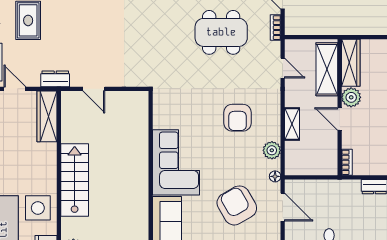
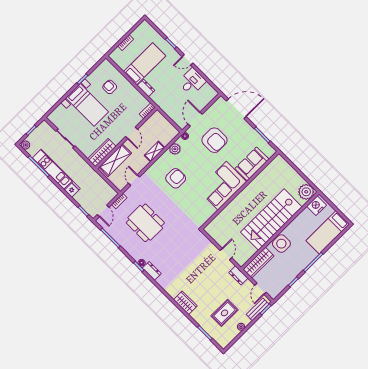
plant: (351, 97) -> (117, 137), removed
stairs: (75, 180) -> (271, 220), width x1.36, depth x1.51
armchair: (237, 205) -> (214, 140), turned -60
side table: (38, 208) -> (281, 244), moved

